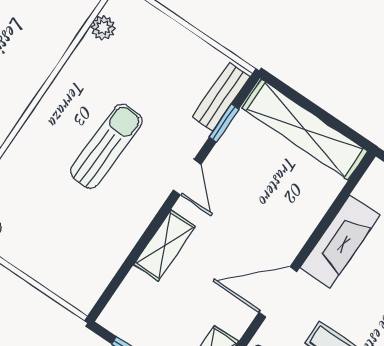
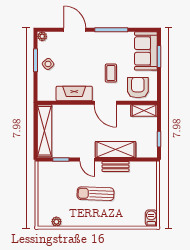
bench: (221, 97) -> (115, 166), moved
door: (187, 177) -> (87, 159), swing flipped
shelving: (165, 245) -> (115, 149), width x1.50, depth x1.33

